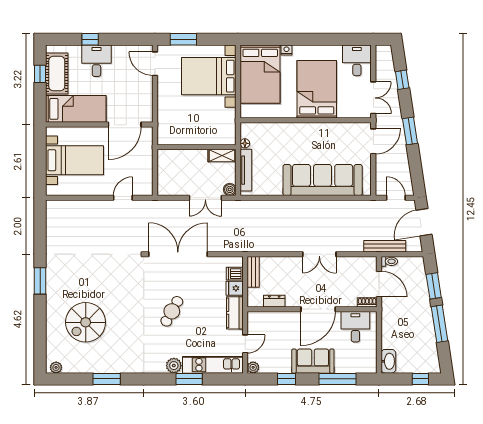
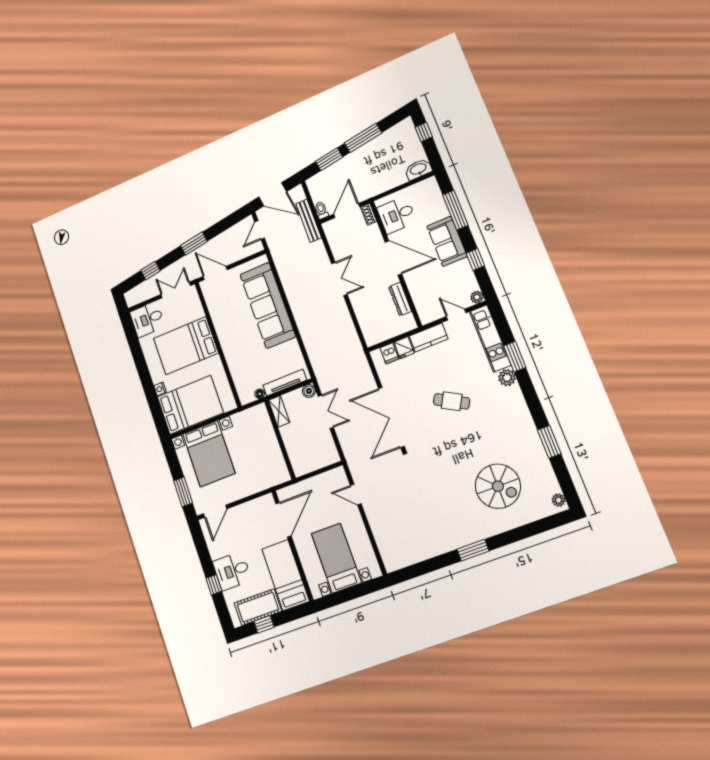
door: (125, 125) -> (283, 520), hinge flipped
bench: (253, 272) -> (381, 336), removed
dresser: (274, 301) -> (400, 299), width x1.44

